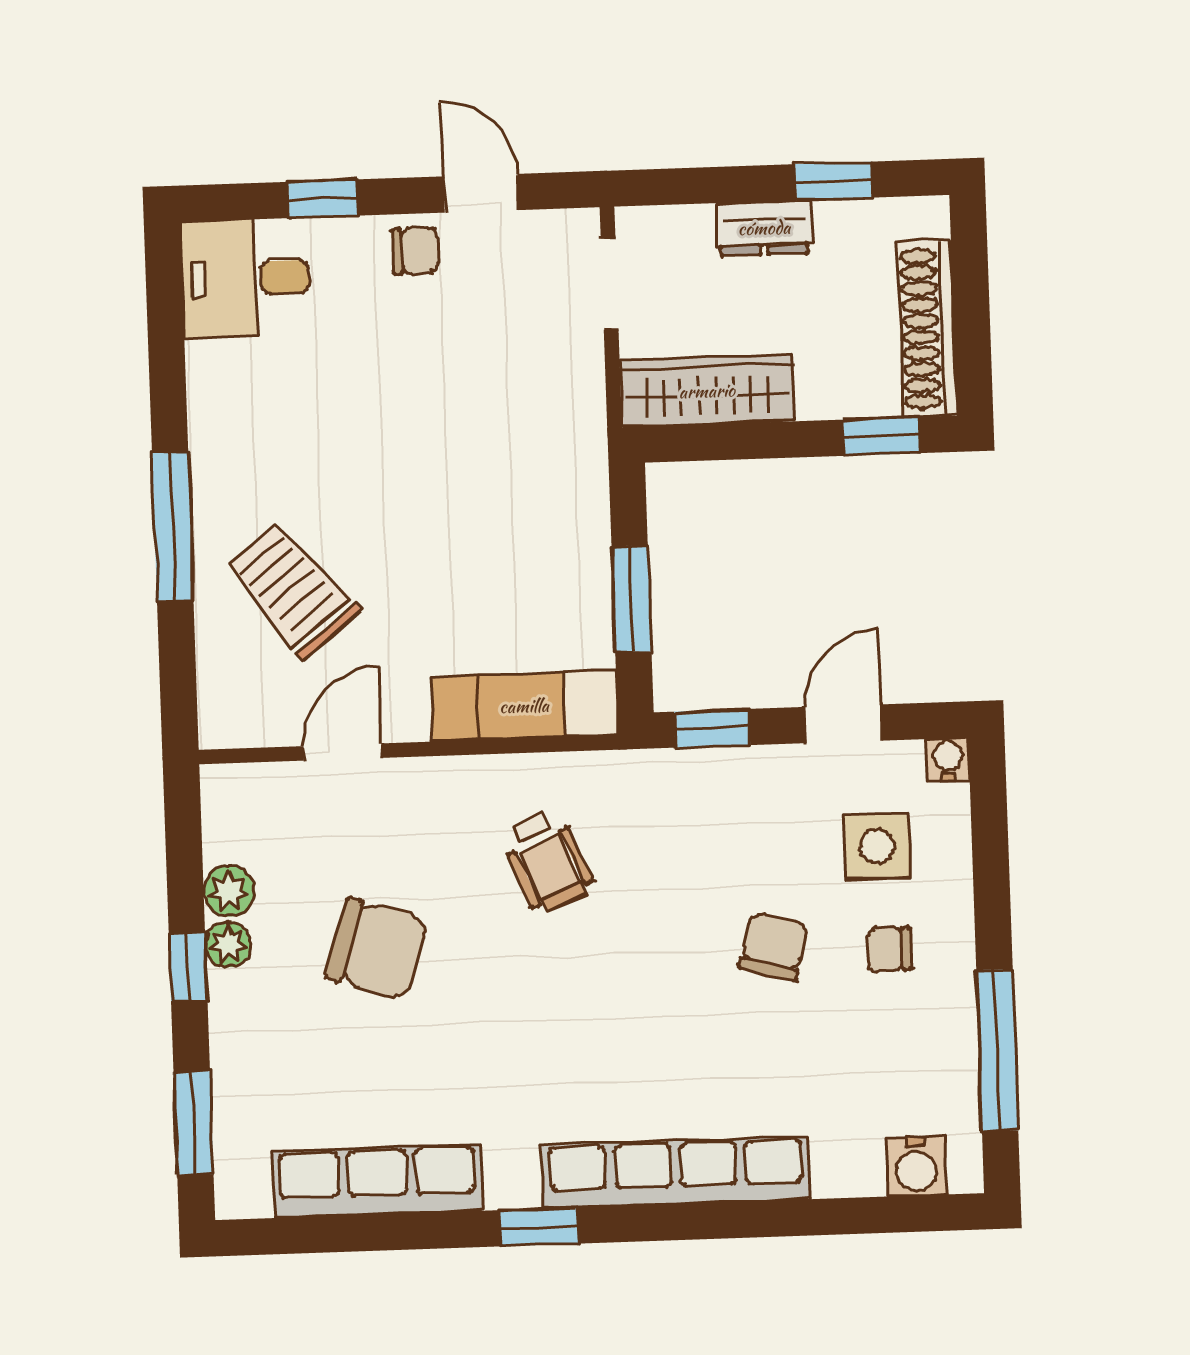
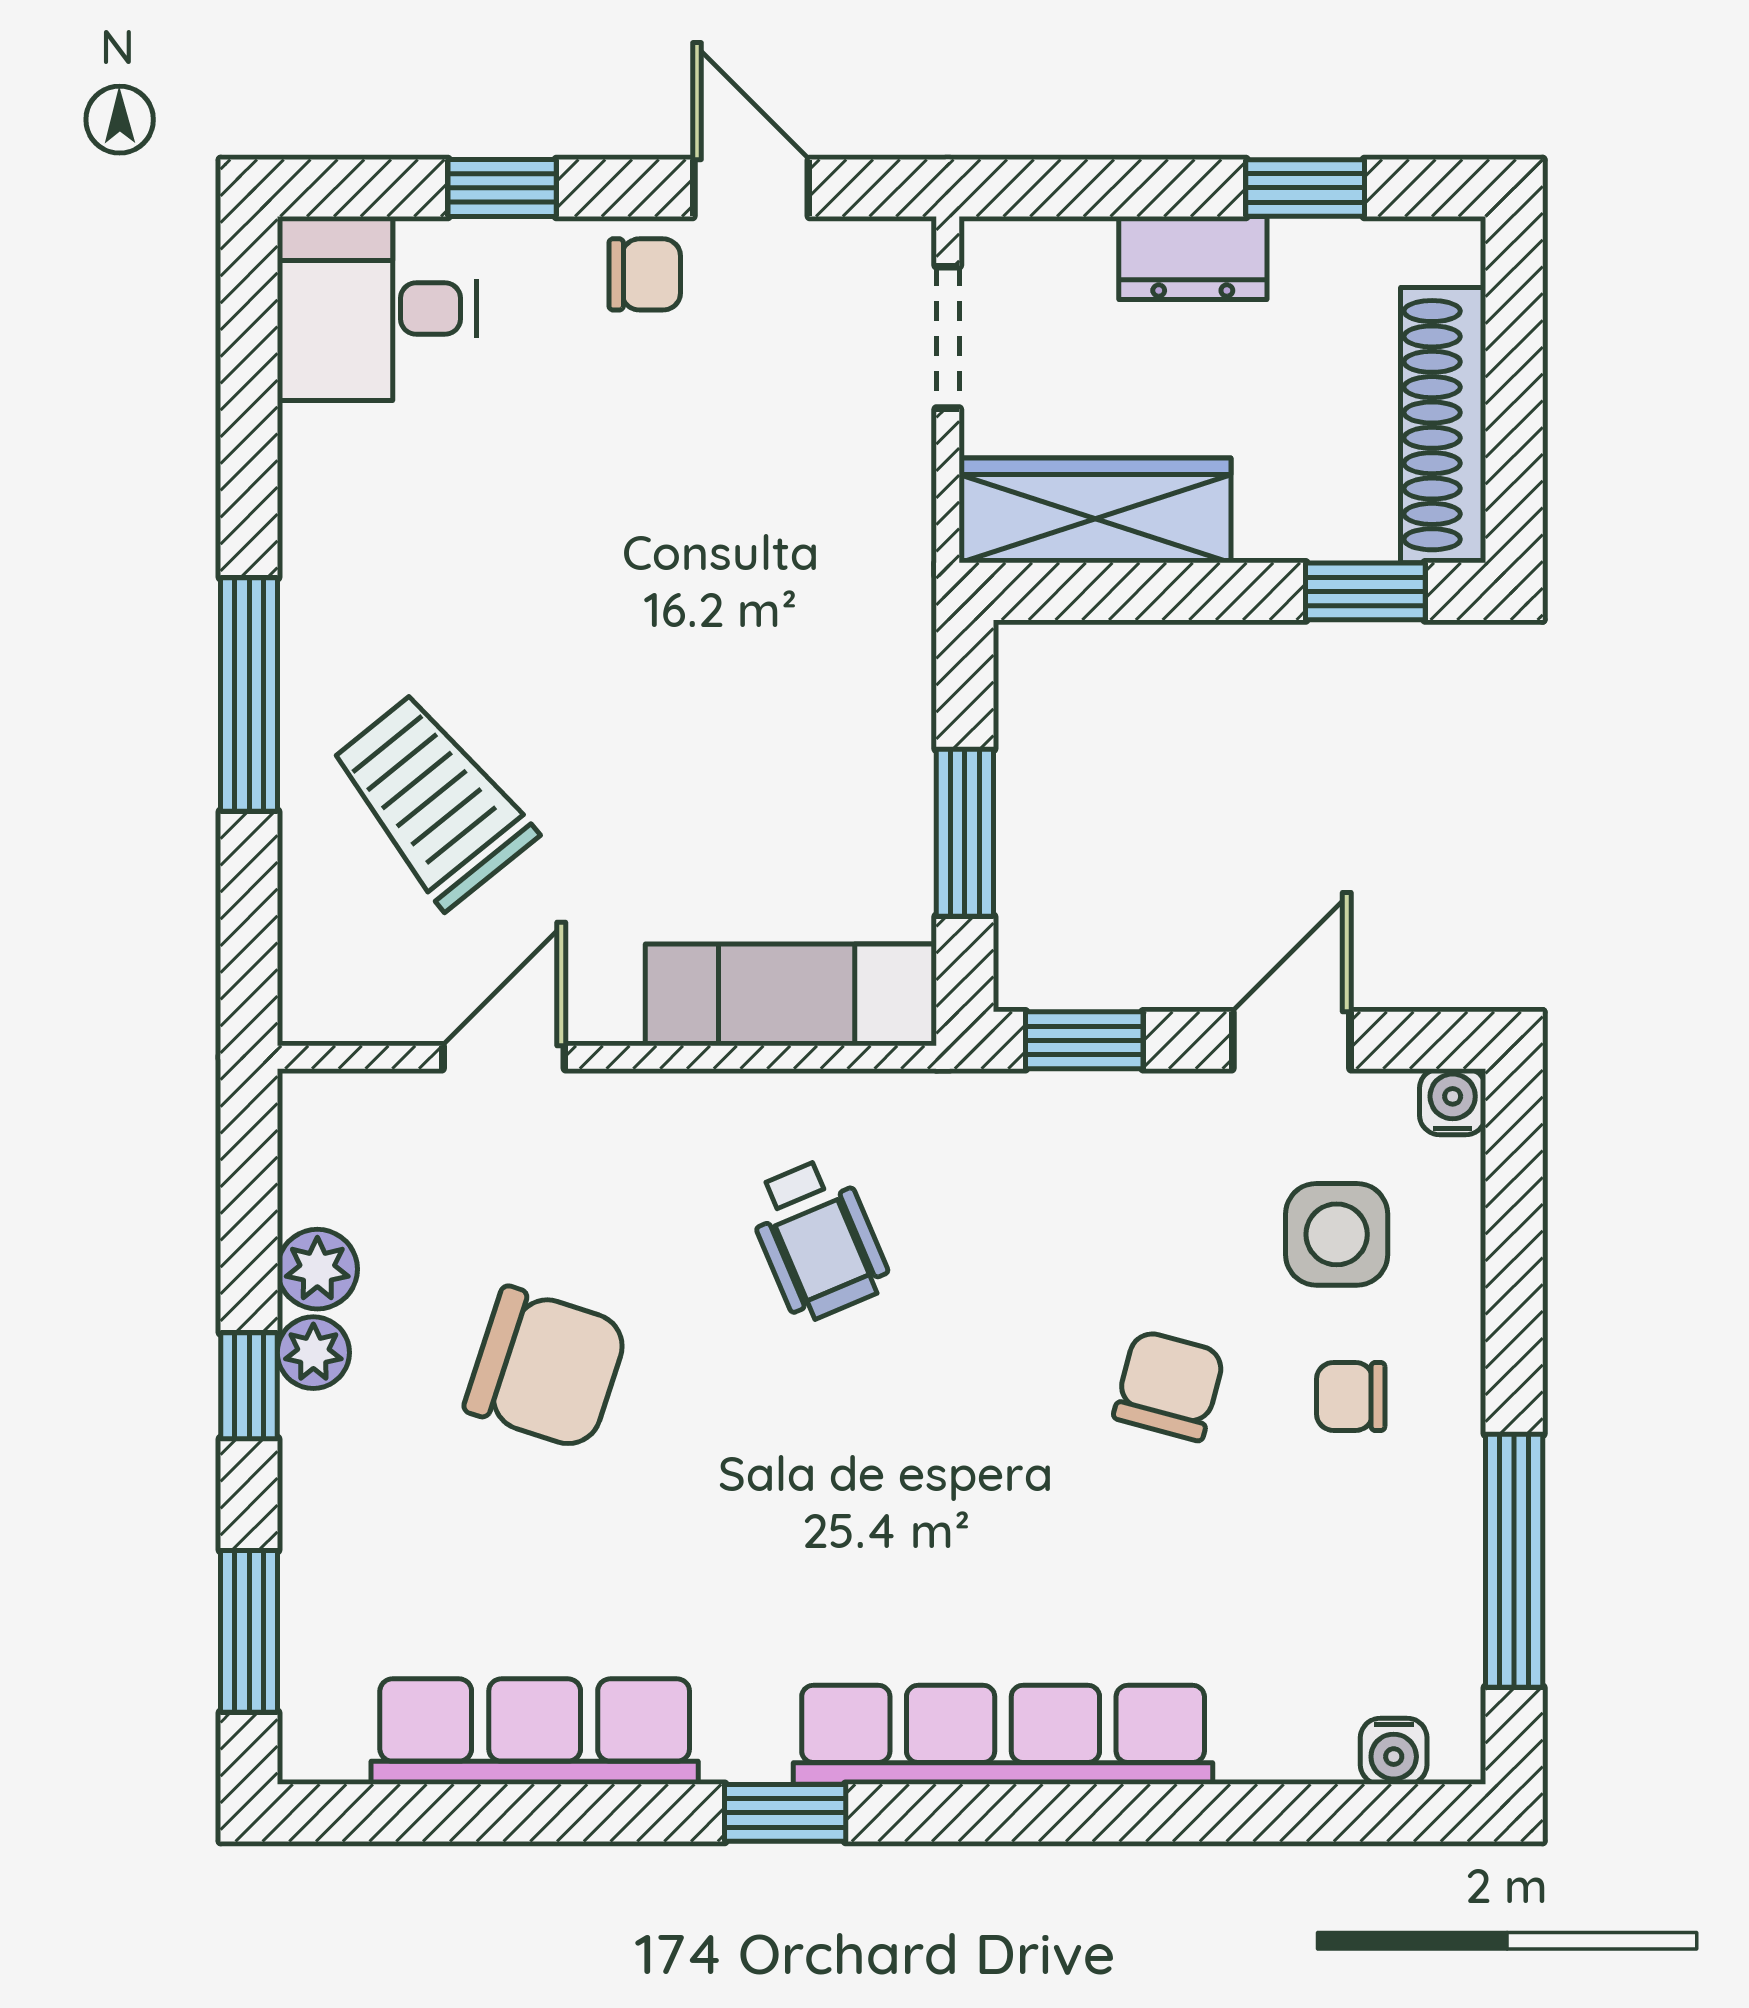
water cooler: (917, 1166) -> (1394, 1751), width x0.72, depth x0.72

